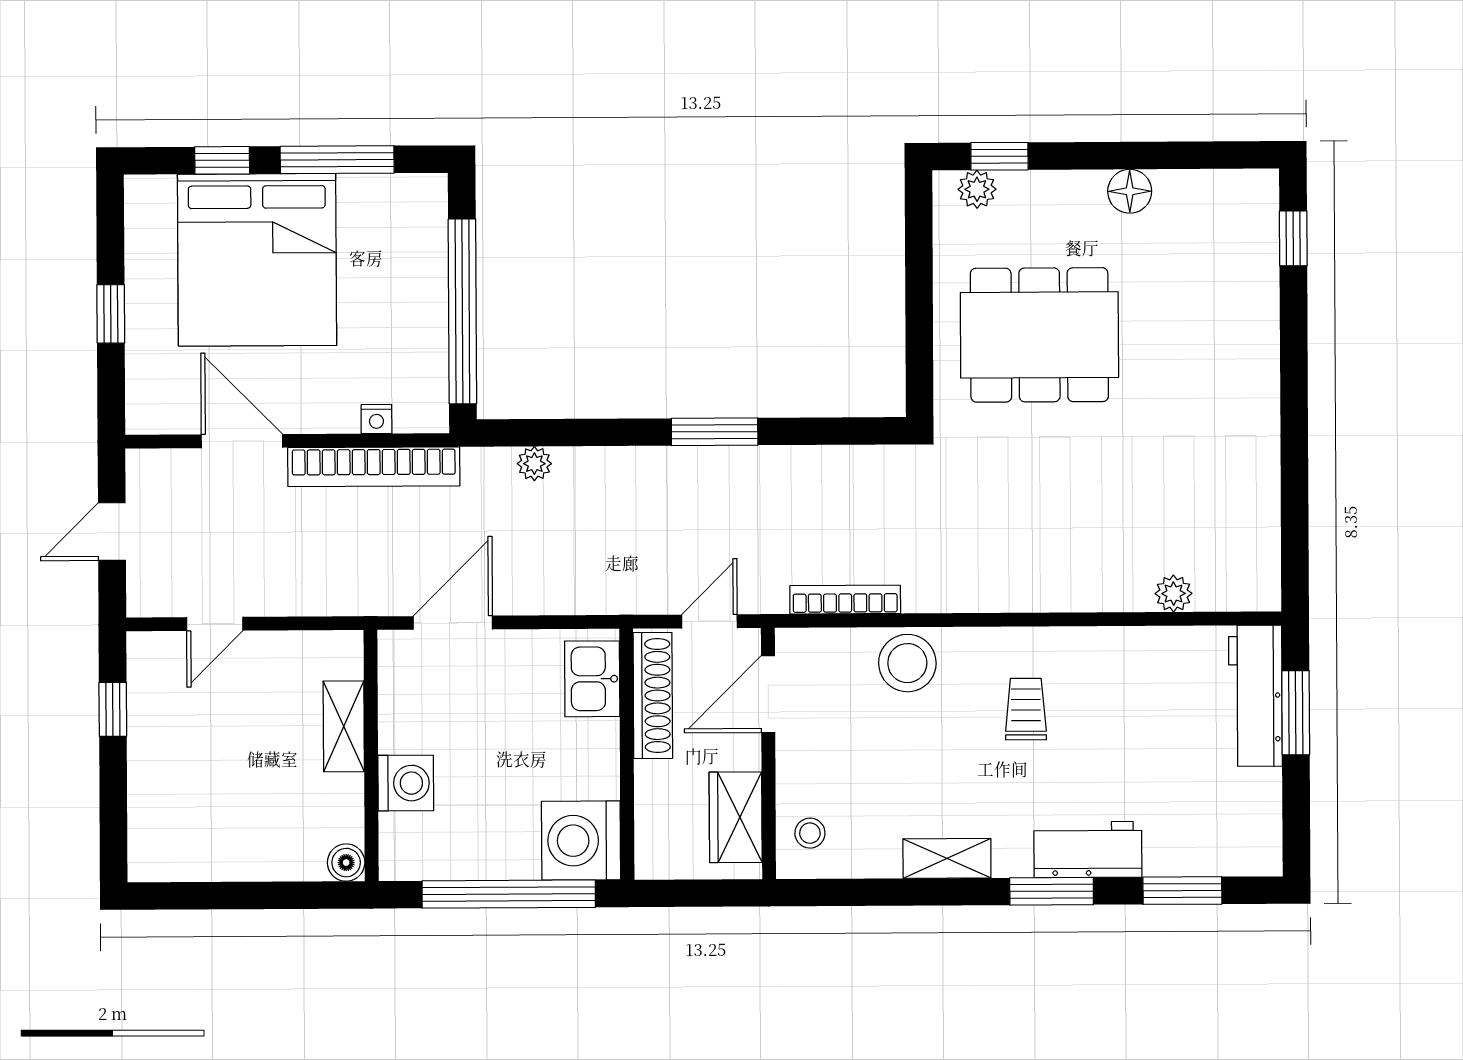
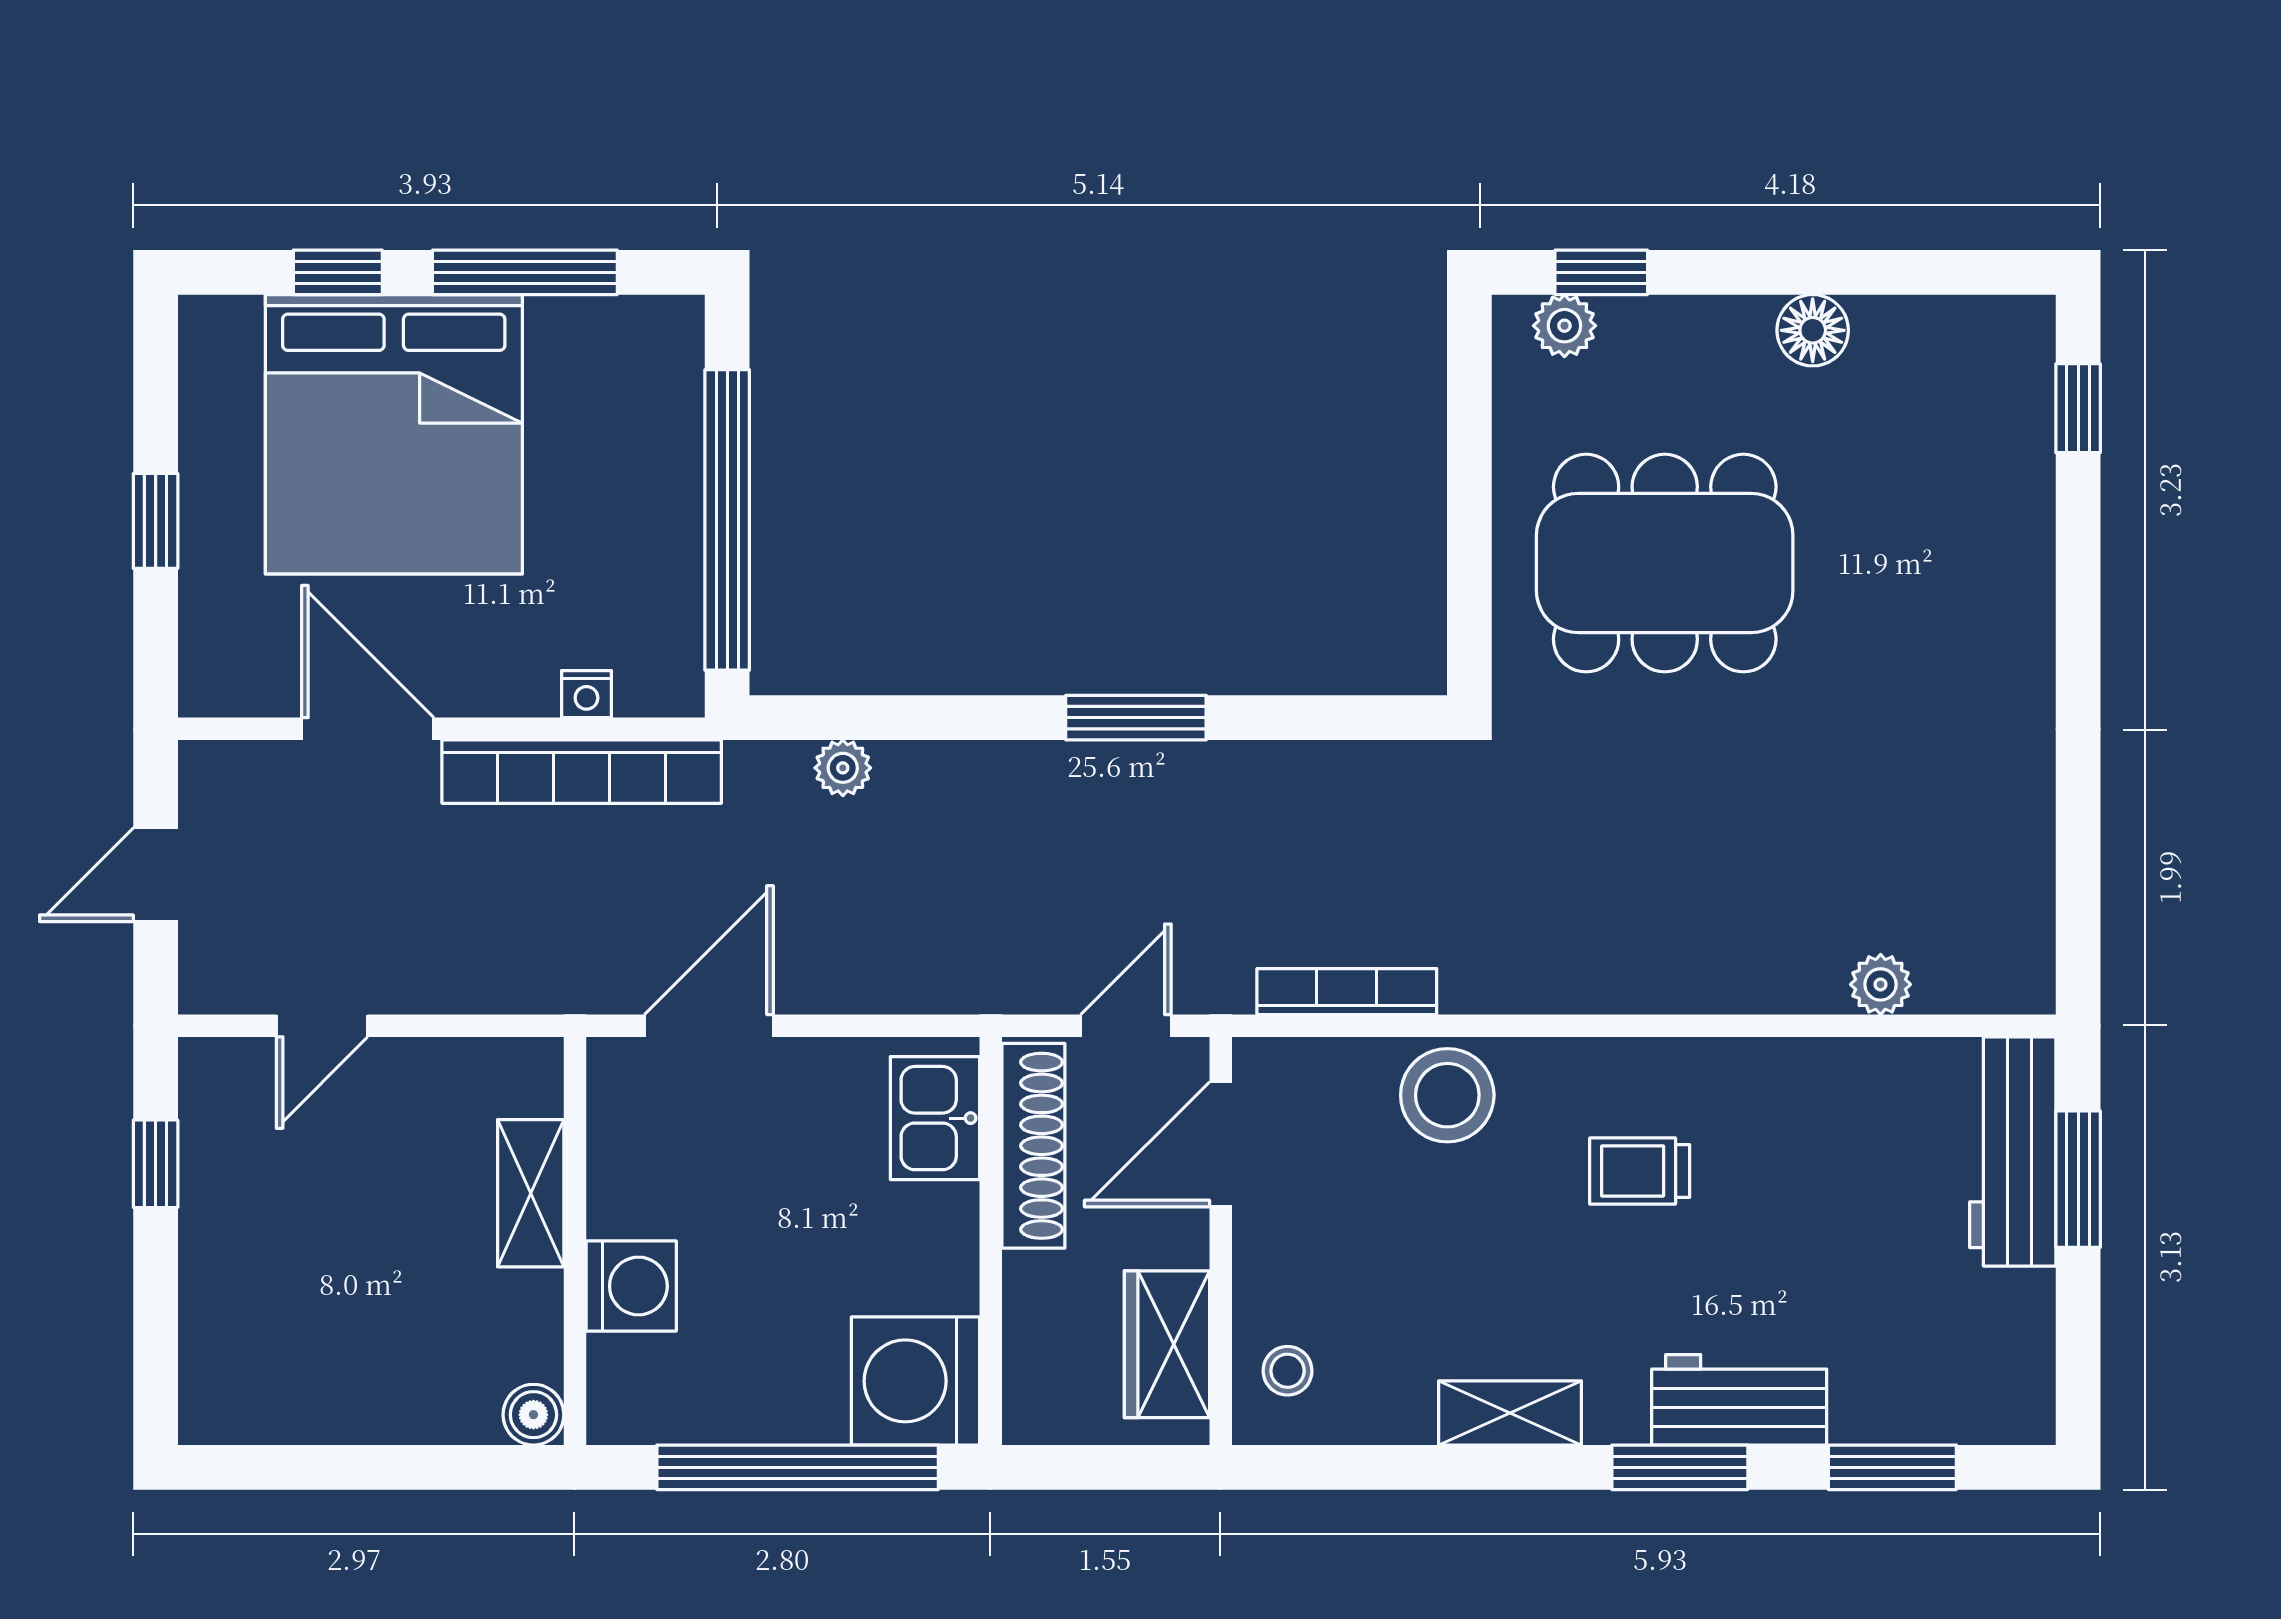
trolley: (1026, 709) -> (1640, 1171), turned -90

